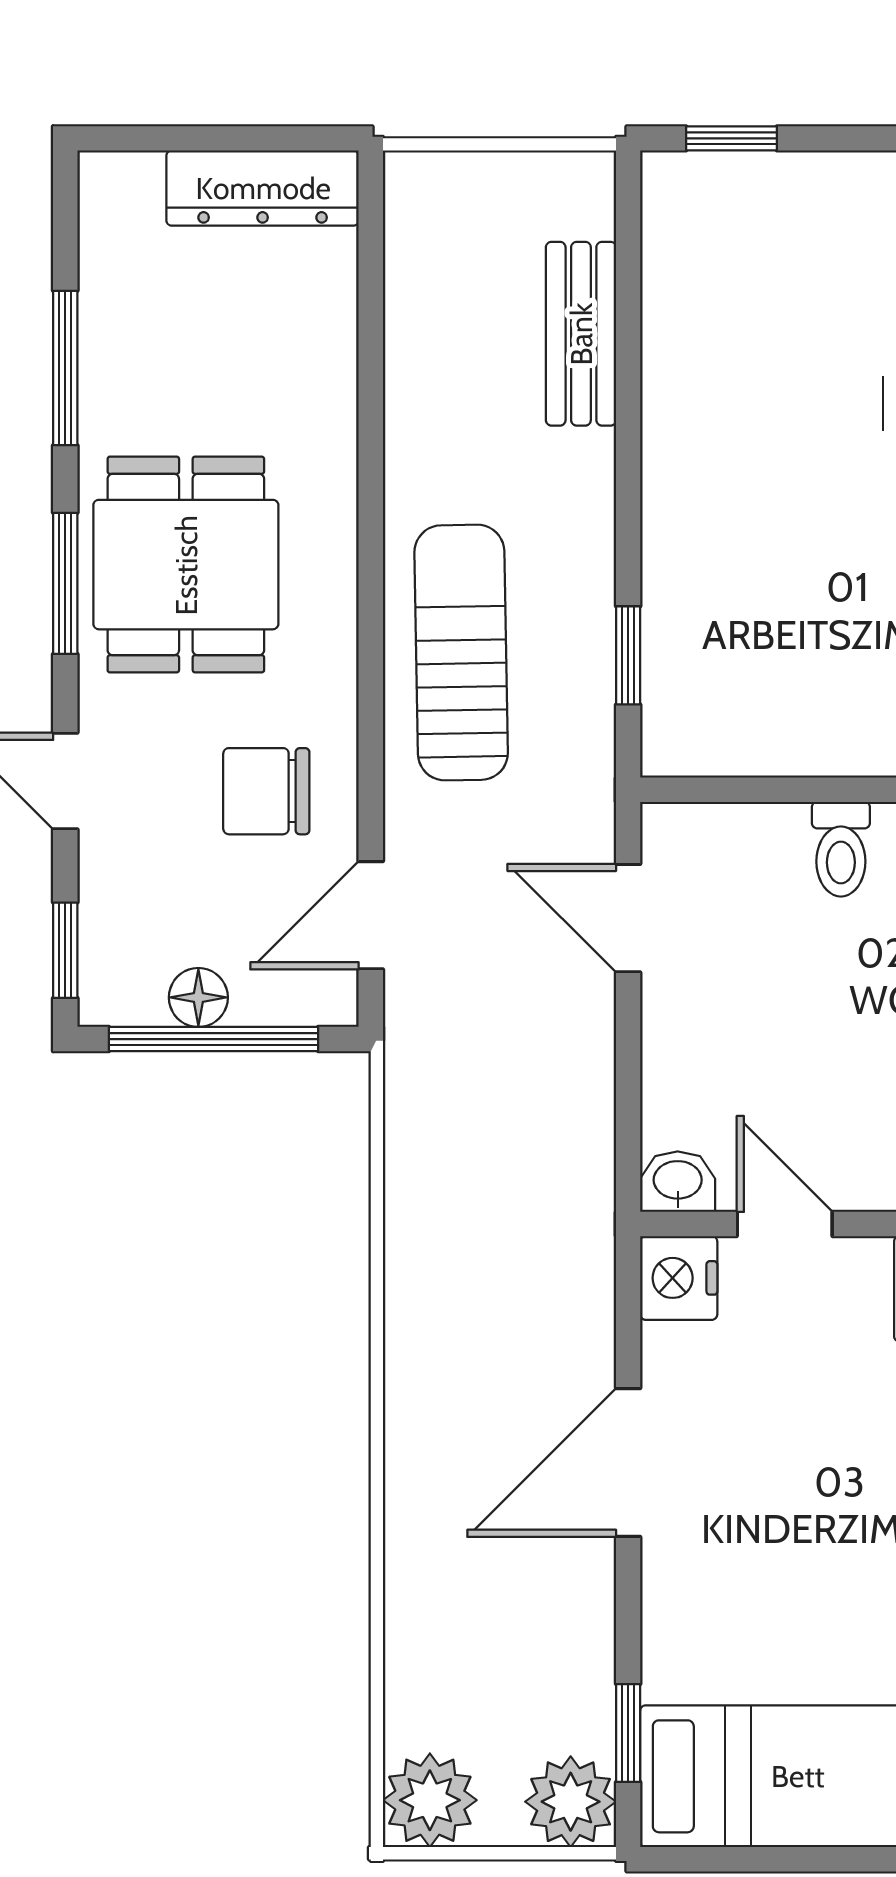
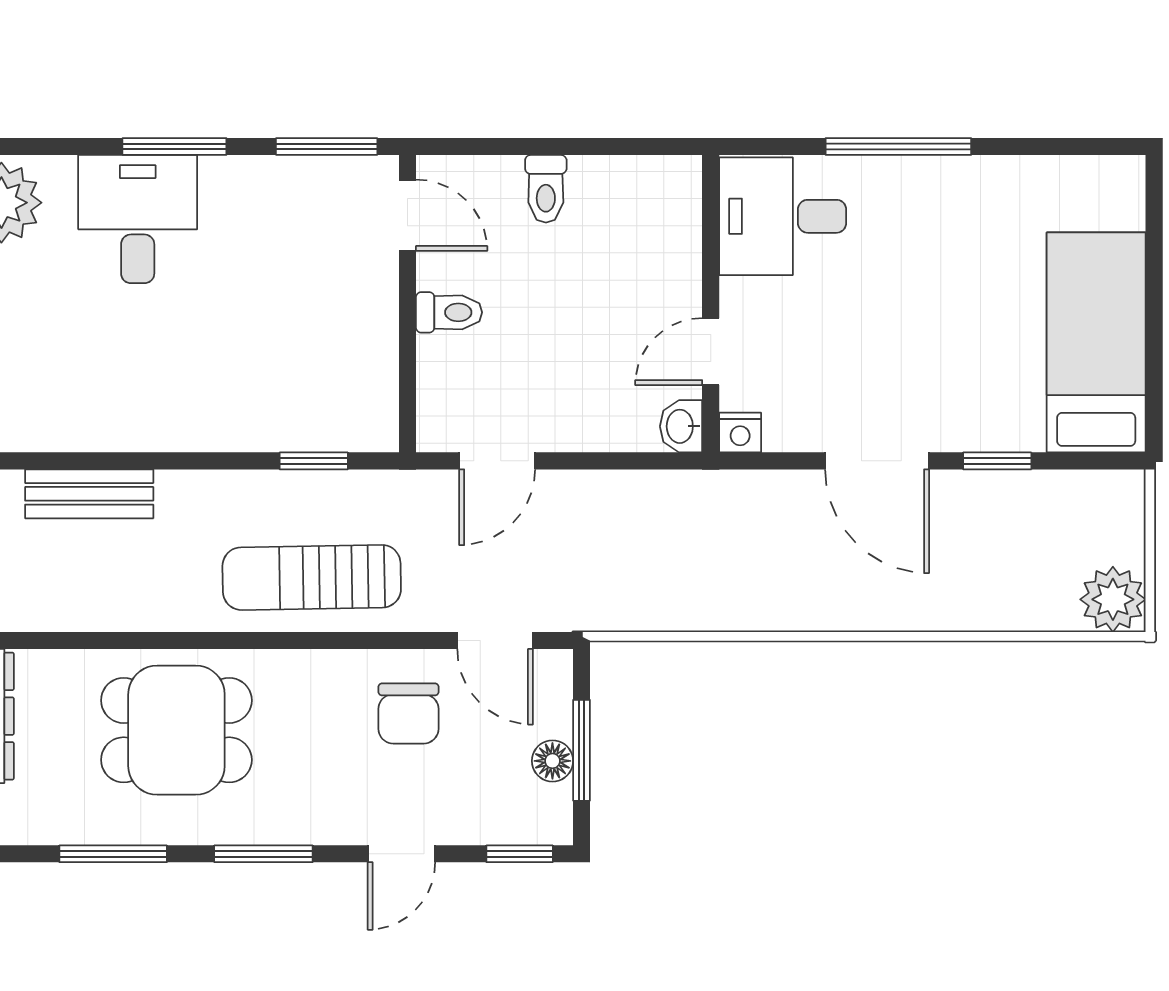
dining table: (186, 565) -> (176, 730), moved
window: (214, 1039) -> (582, 750), width x0.69
nightstand: (679, 1278) -> (740, 433), width x0.72, depth x0.74
window: (628, 1733) -> (997, 461), moved
plant: (571, 1802) -> (1114, 501), removed

